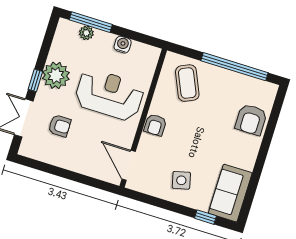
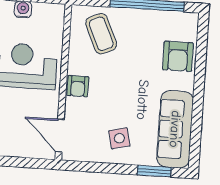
sofa: (230, 193) -> (175, 129), width x1.36
window: (205, 217) -> (154, 171), width x1.50

